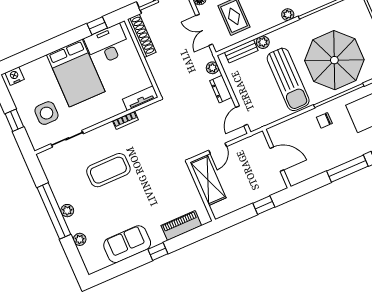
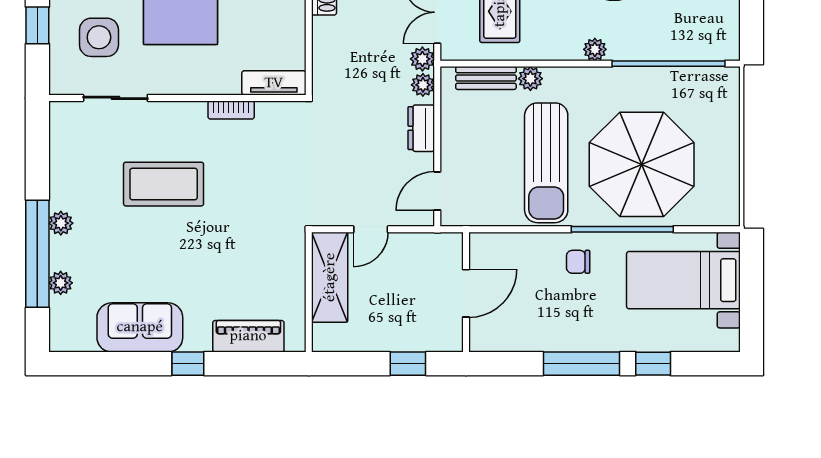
plant: (207, 56) -> (422, 59), added
door: (277, 159) -> (466, 293), hinge flipped
window: (54, 211) -> (37, 254), moved

